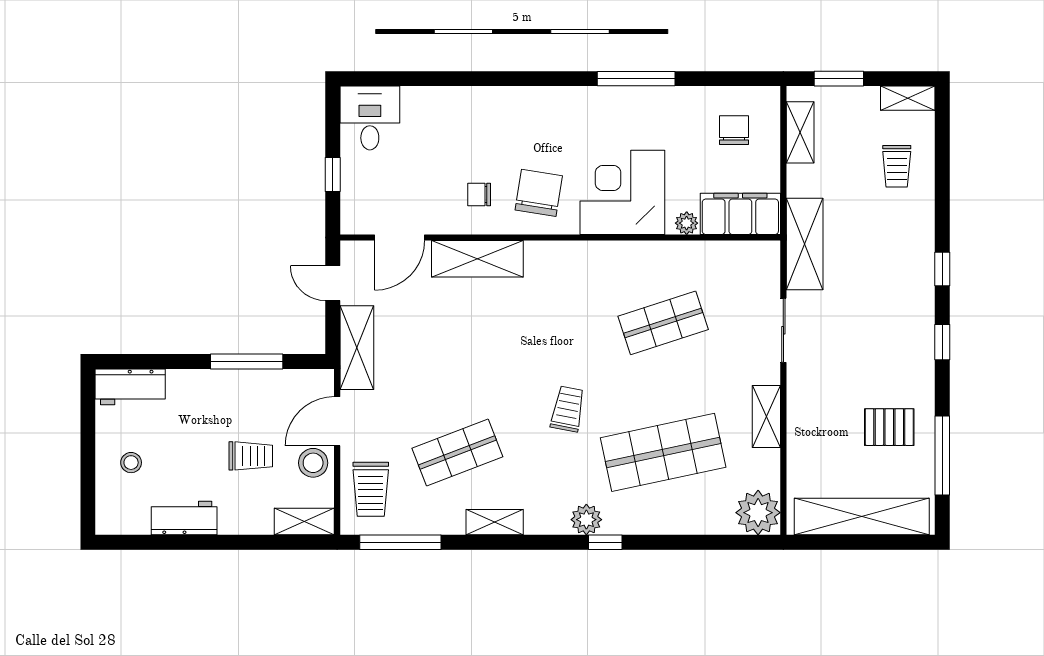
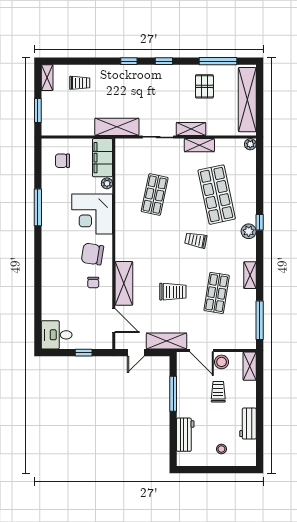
shelving: (800, 132) -> (191, 129), moved
shop shelf: (663, 323) -> (155, 195), turned 30
workbench: (130, 387) -> (185, 435), moved
shop shelf: (457, 452) -> (217, 293), turned 30
trolley: (371, 489) -> (173, 292), moved
plant: (758, 513) -> (250, 144), width x0.53, depth x0.53

